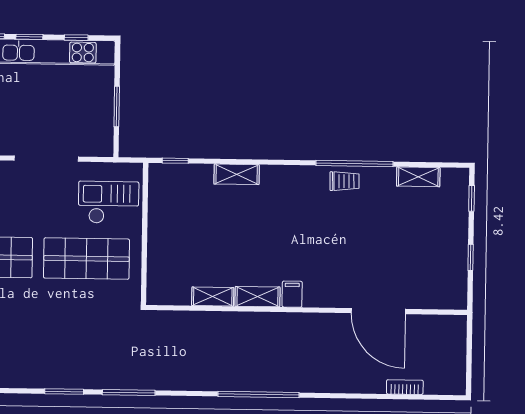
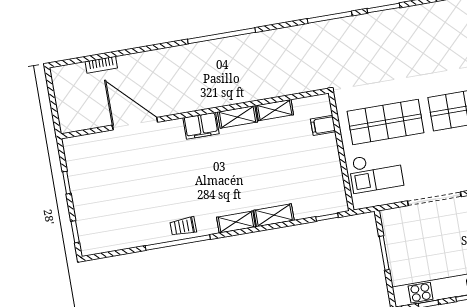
shelving: (418, 177) -> (236, 222), moved
filing cabinet: (160, 268) -> (323, 125), added
filing cabinet: (292, 294) -> (201, 126), width x2.00

